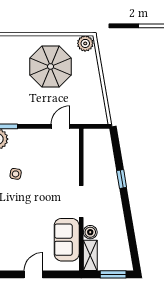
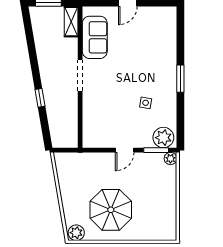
door: (60, 126) -> (125, 150), moved
boiler: (90, 232) -> (71, 45), removed

